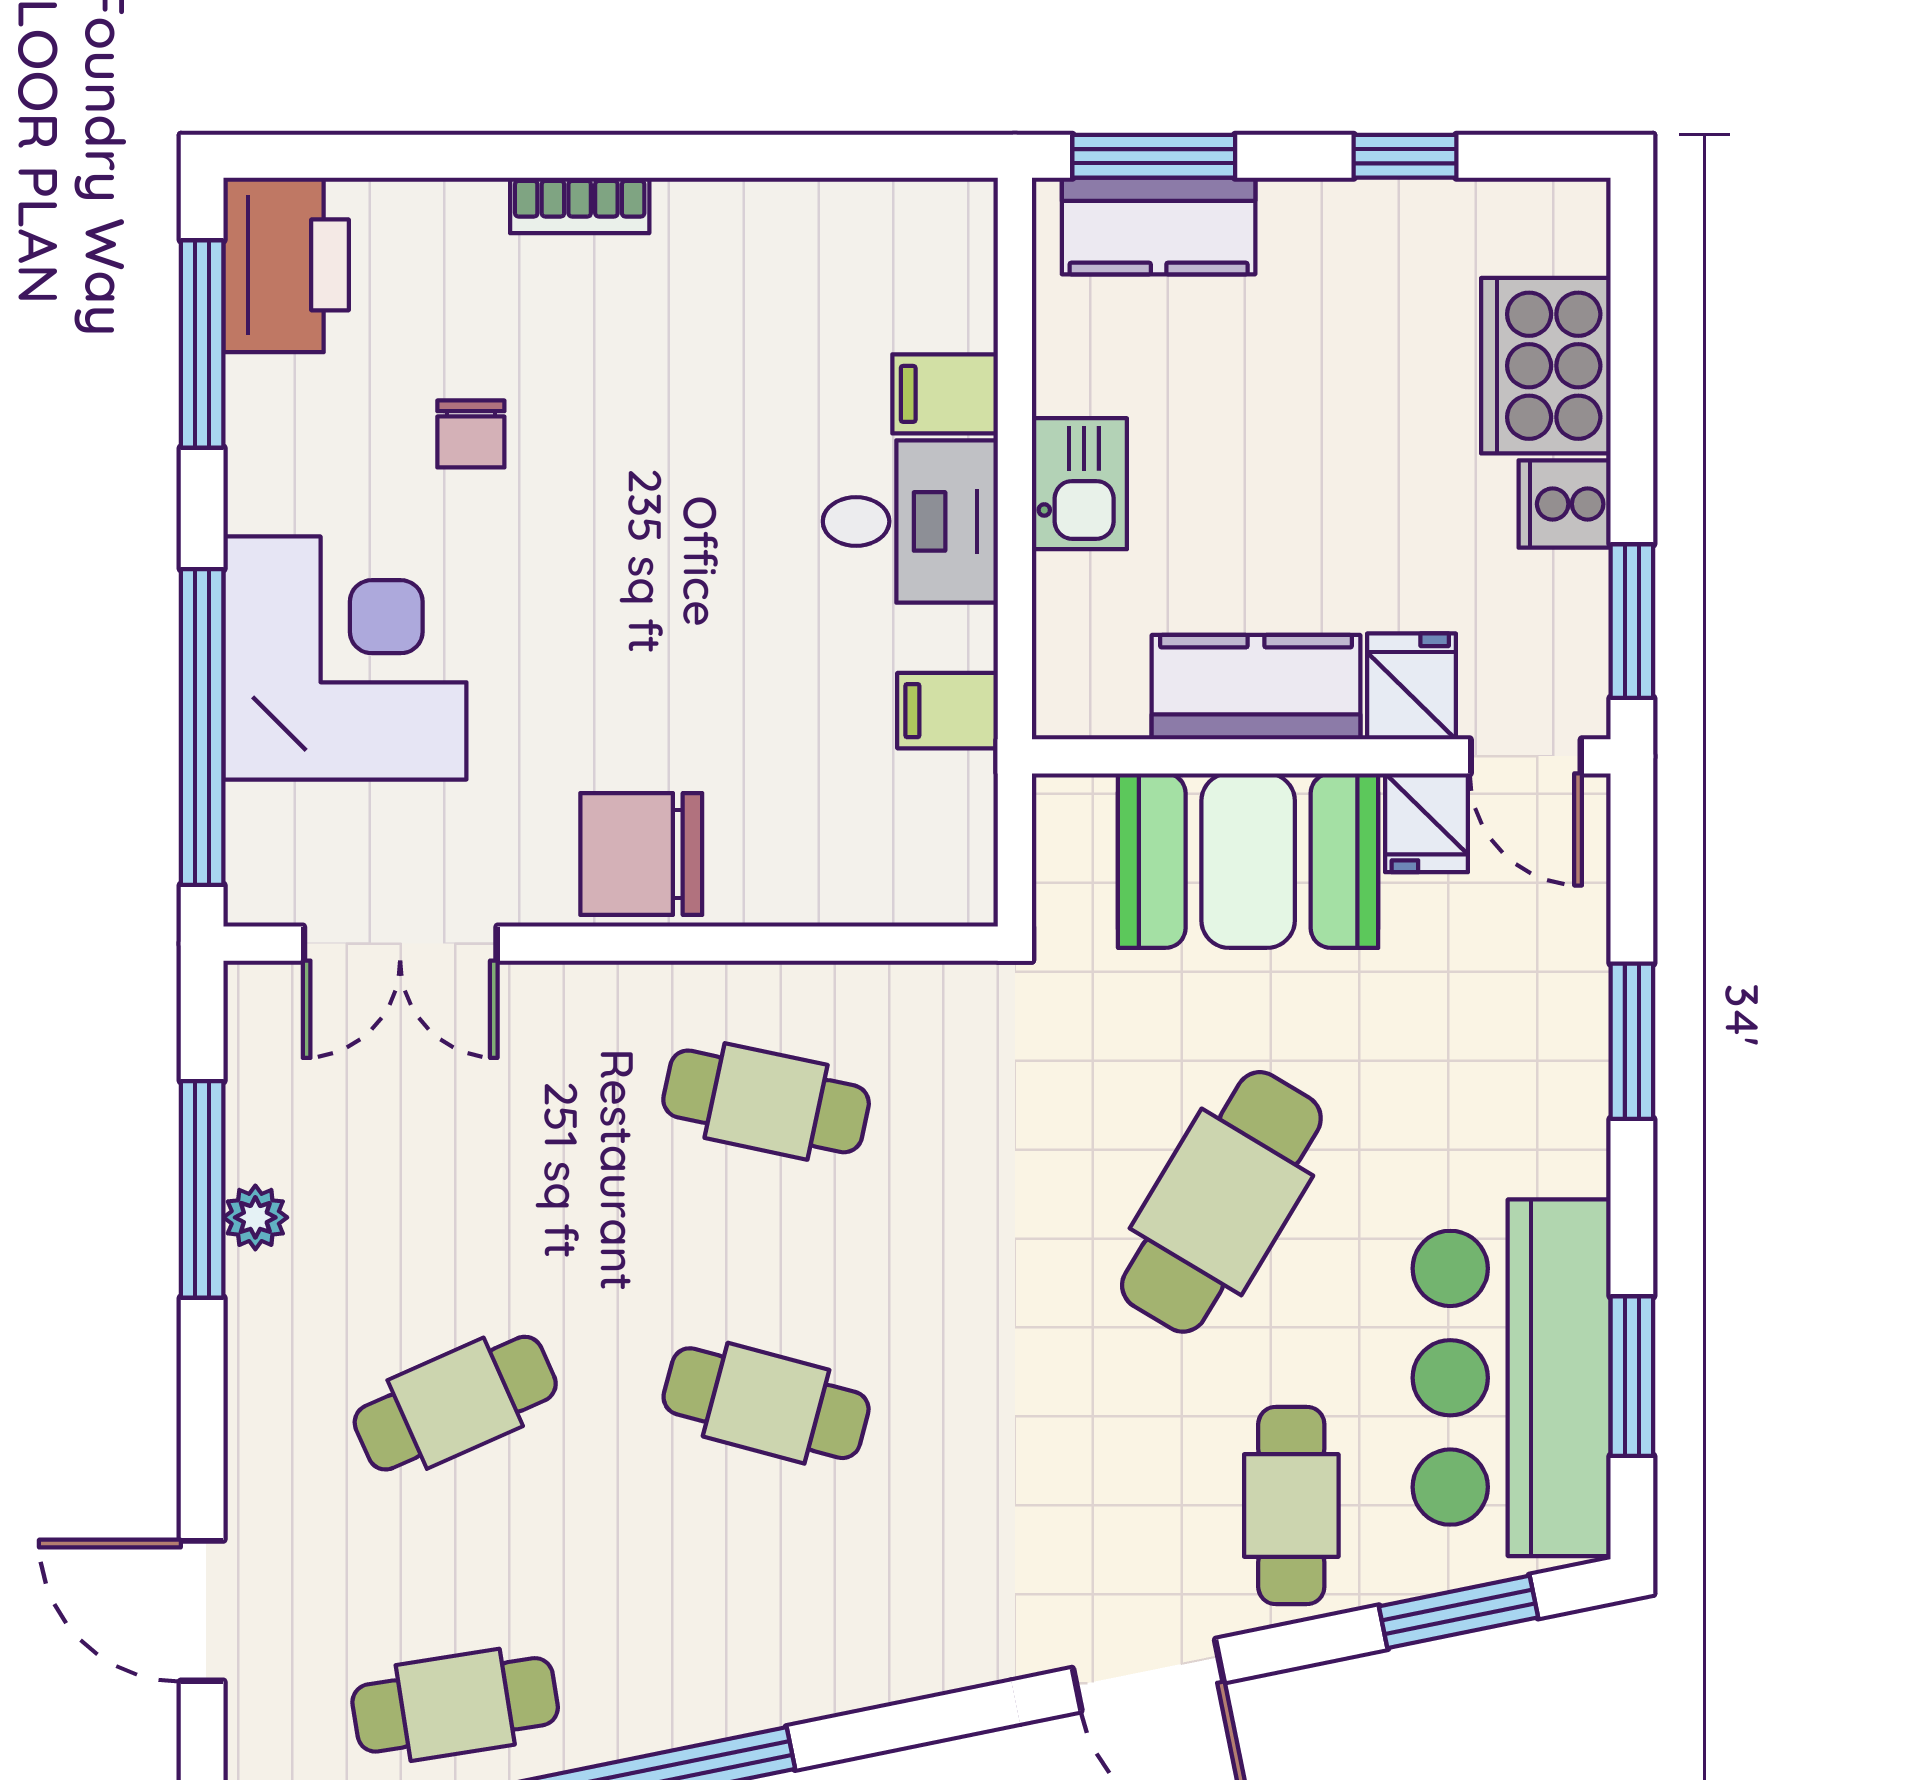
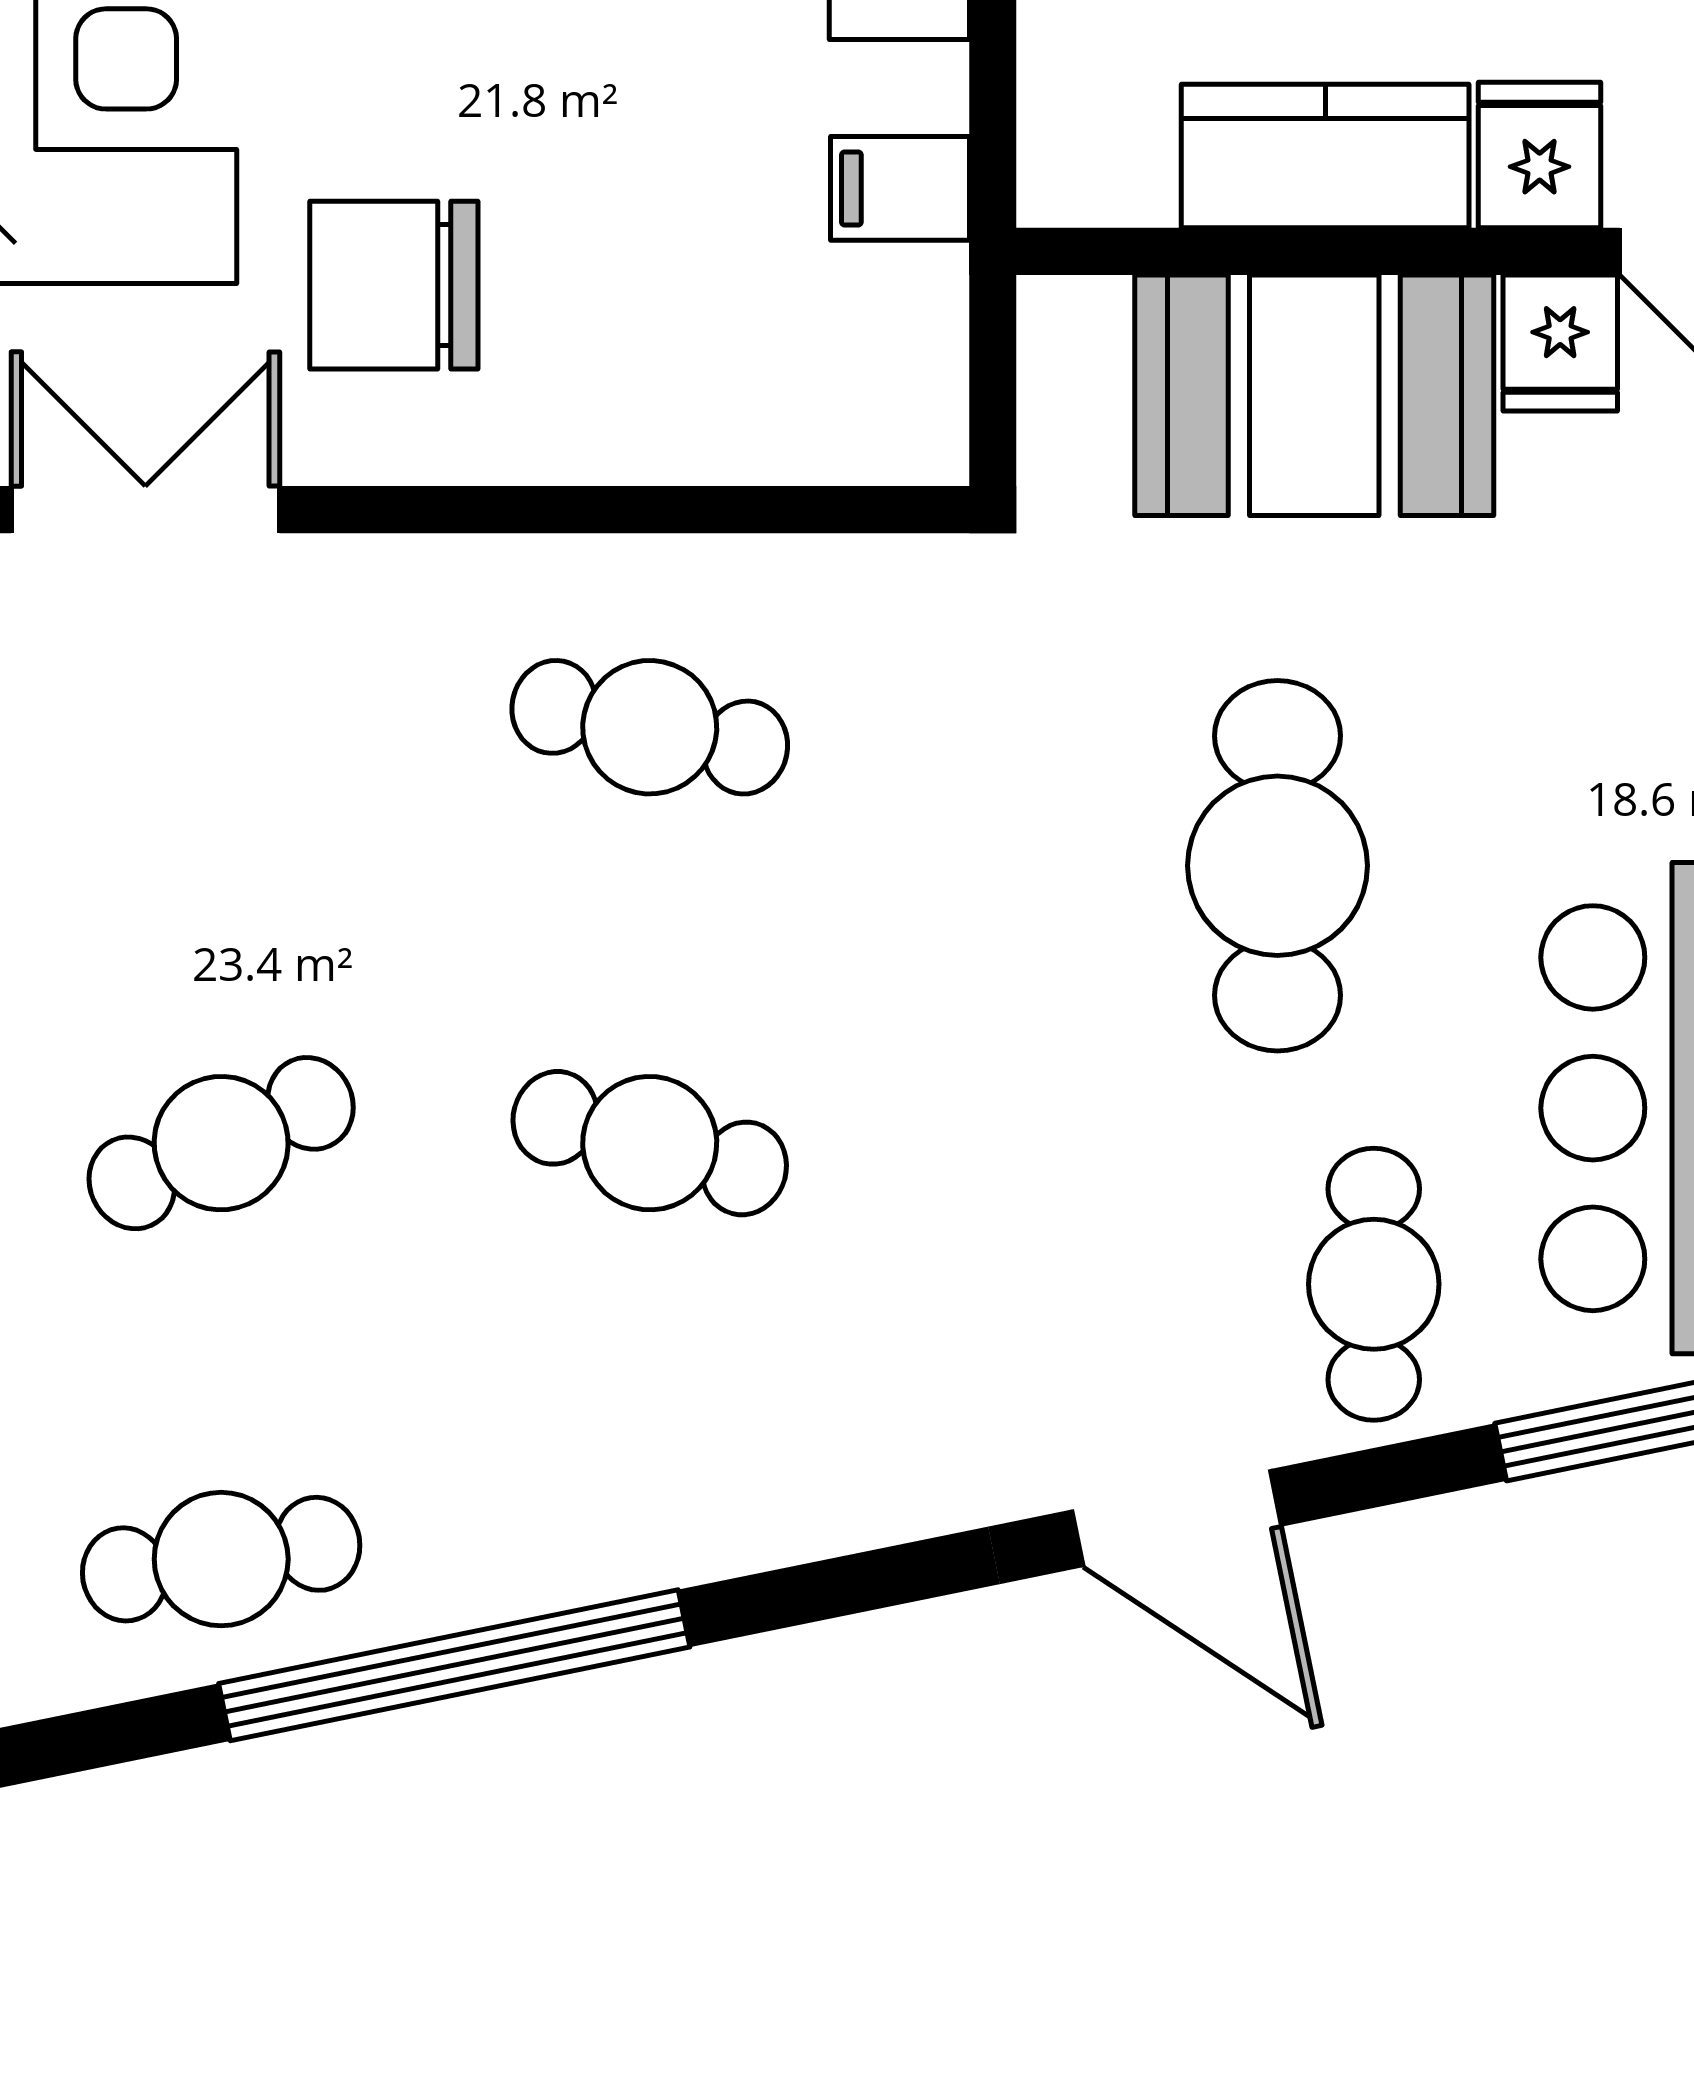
chair: (641, 854) -> (394, 285), moved
double door: (400, 944) -> (145, 510), swing flipped
cafe table: (1221, 1202) -> (1277, 866), turned -31

